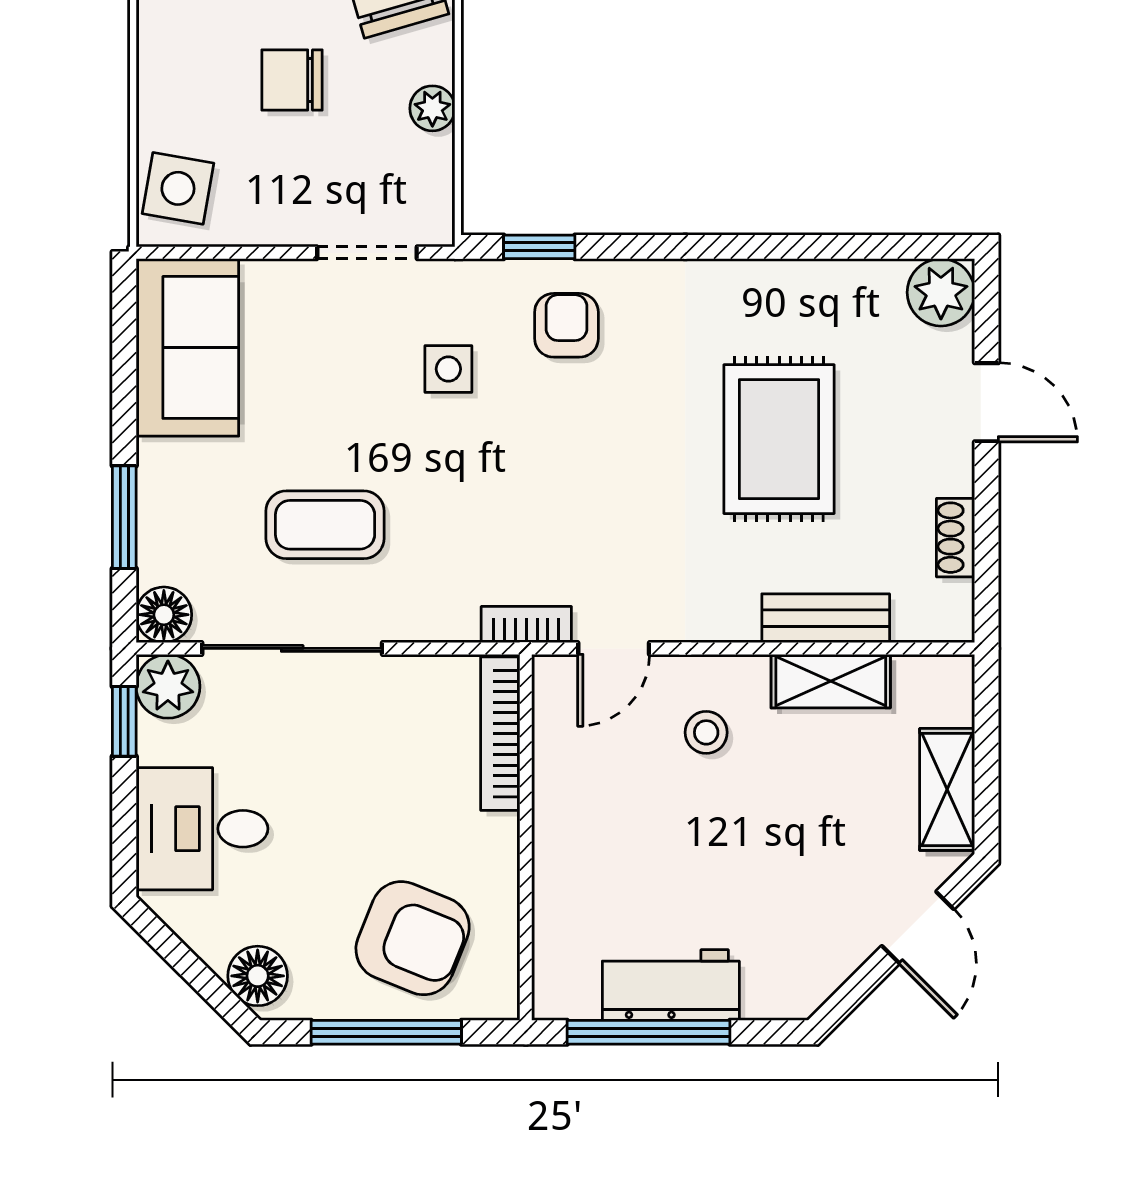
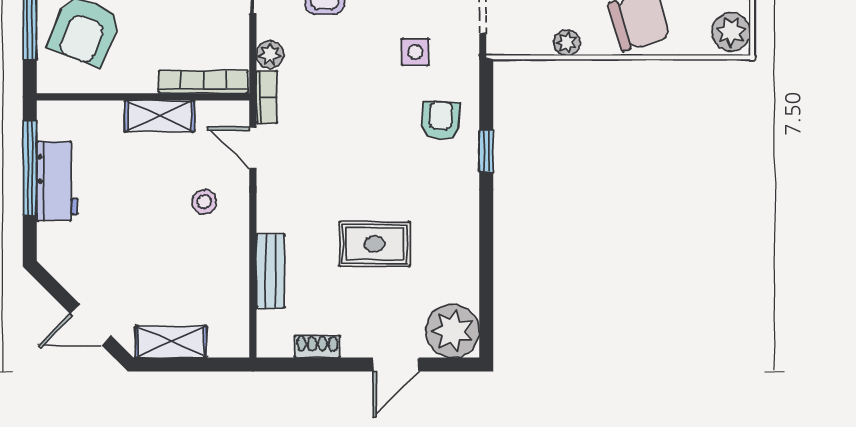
window: (539, 247) -> (486, 151), moved
plant: (941, 292) -> (453, 331), width x1.36, depth x1.36
armchair: (566, 325) -> (441, 121), turned -87
rug: (779, 439) -> (375, 244), width x0.73, depth x0.70
plant: (453, 619) -> (270, 55), added
shelving: (831, 681) -> (159, 116), moved, turned 90

